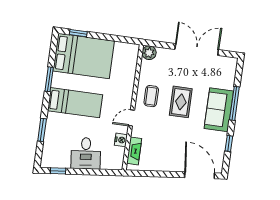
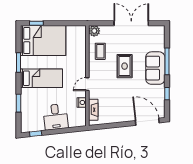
coffee table: (151, 96) -> (100, 51), moved

